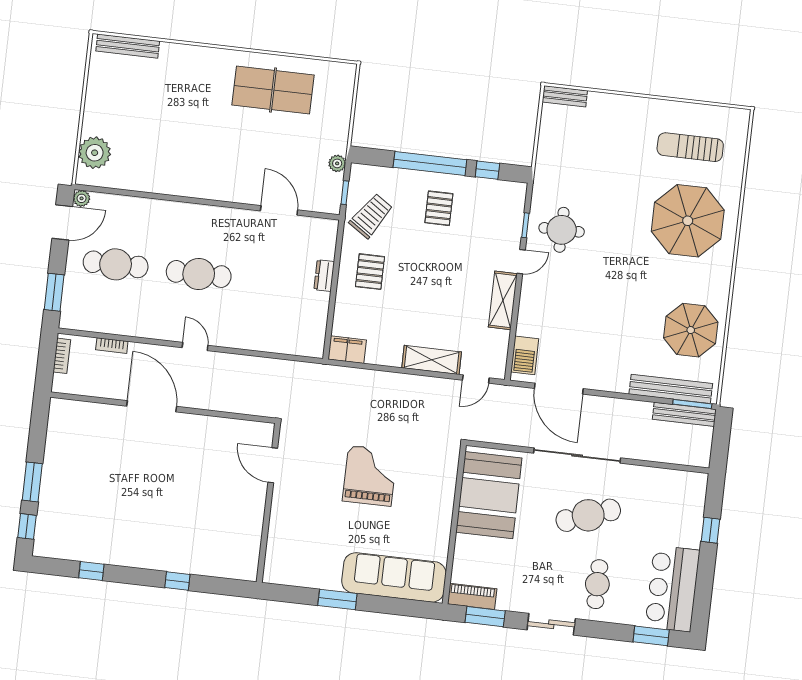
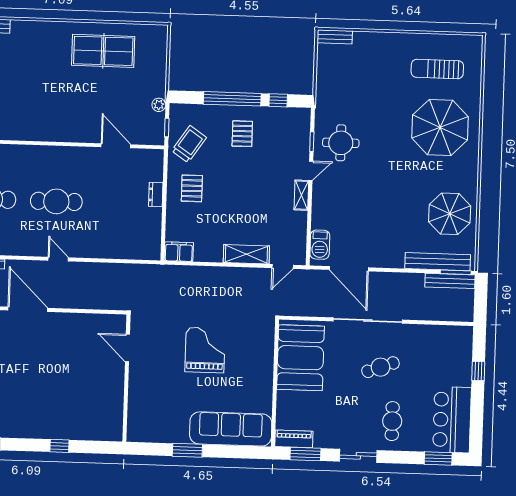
shelving: (503, 300) -> (301, 195), width x0.67, depth x0.75
cafe table: (588, 515) -> (381, 367), width x0.73, depth x0.74

